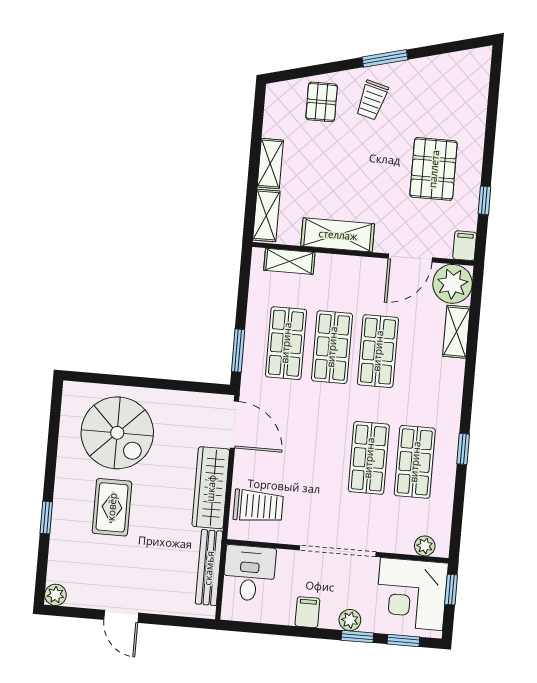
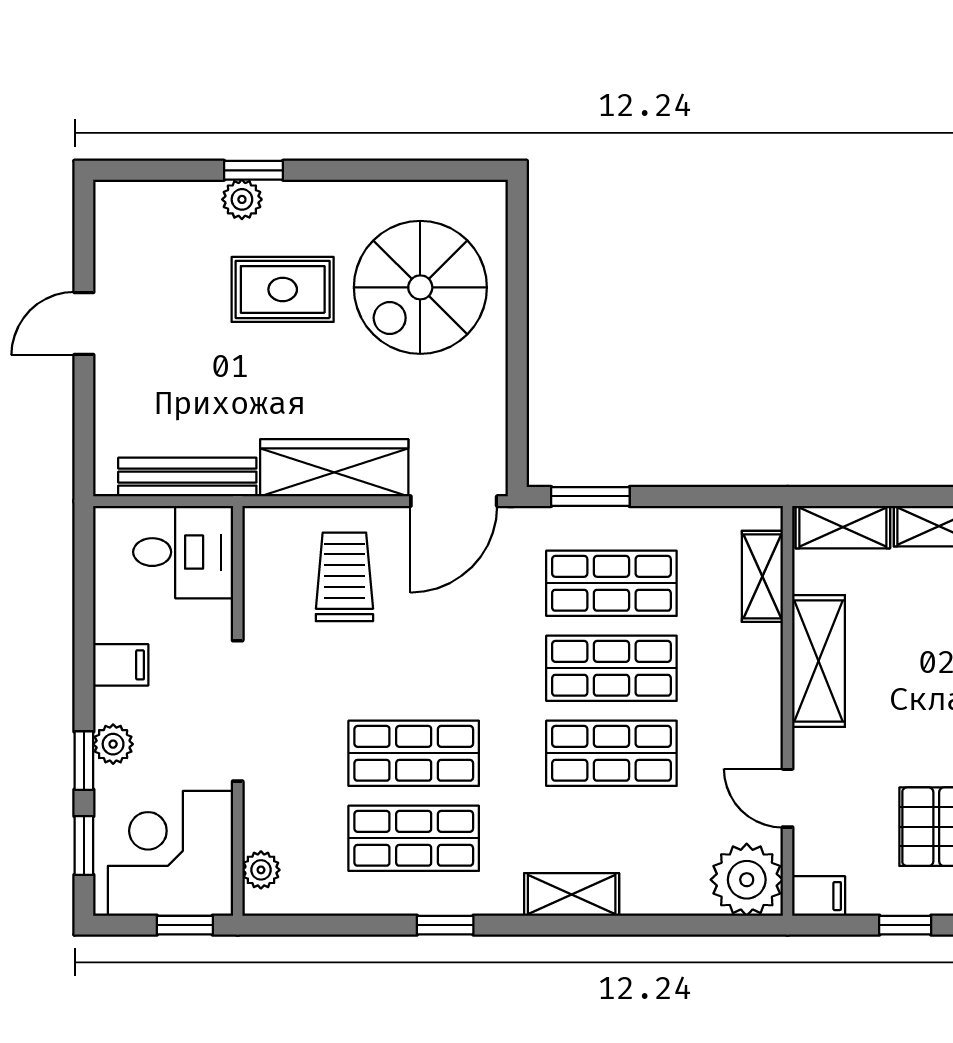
door: (410, 258) -> (788, 798), width x0.73
shelving: (456, 332) -> (572, 894), moved
trolley: (258, 506) -> (344, 577), moved, turned 180
plant: (55, 595) -> (242, 199), moved

